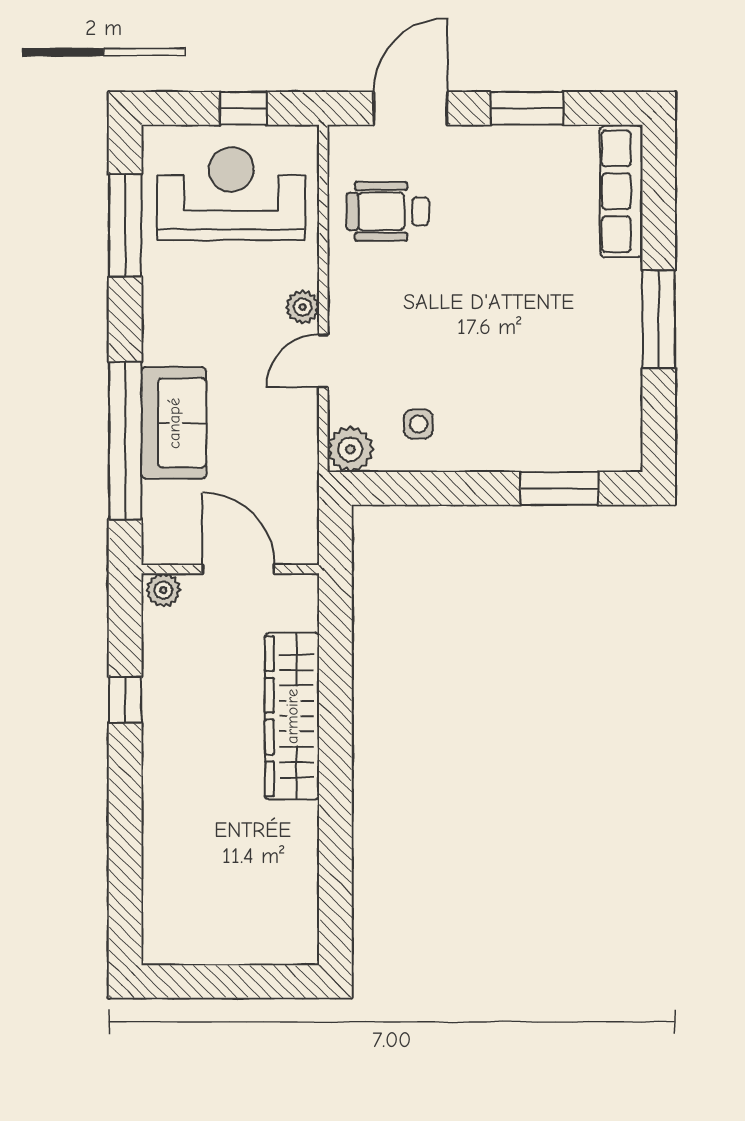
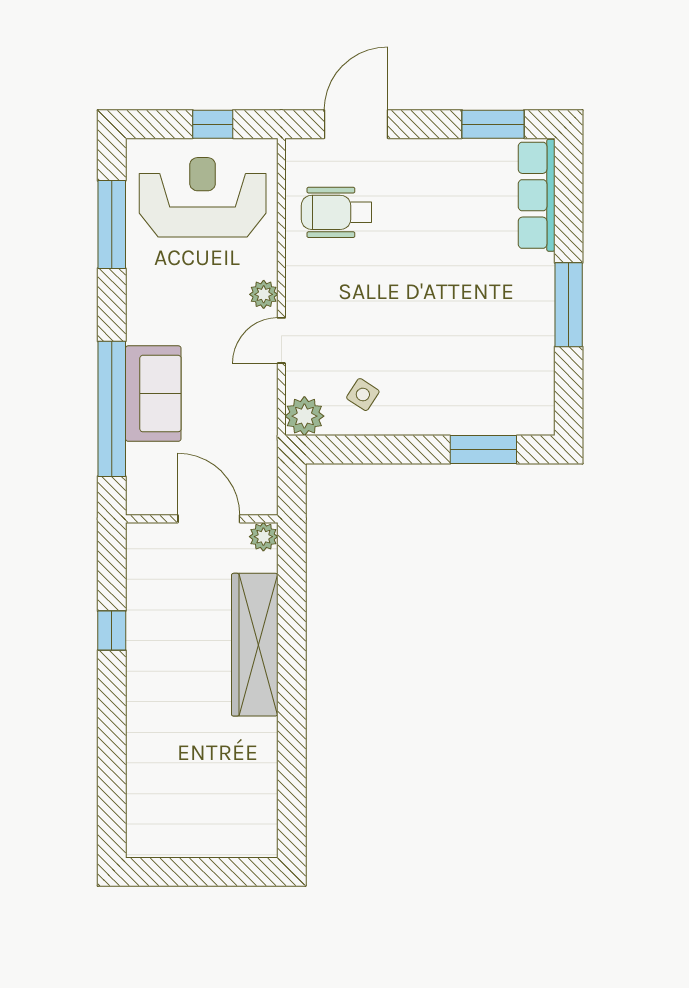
window: (527, 108) -> (493, 124), moved
side table: (418, 424) -> (363, 395), turned 33
plant: (163, 590) -> (263, 537), moved

